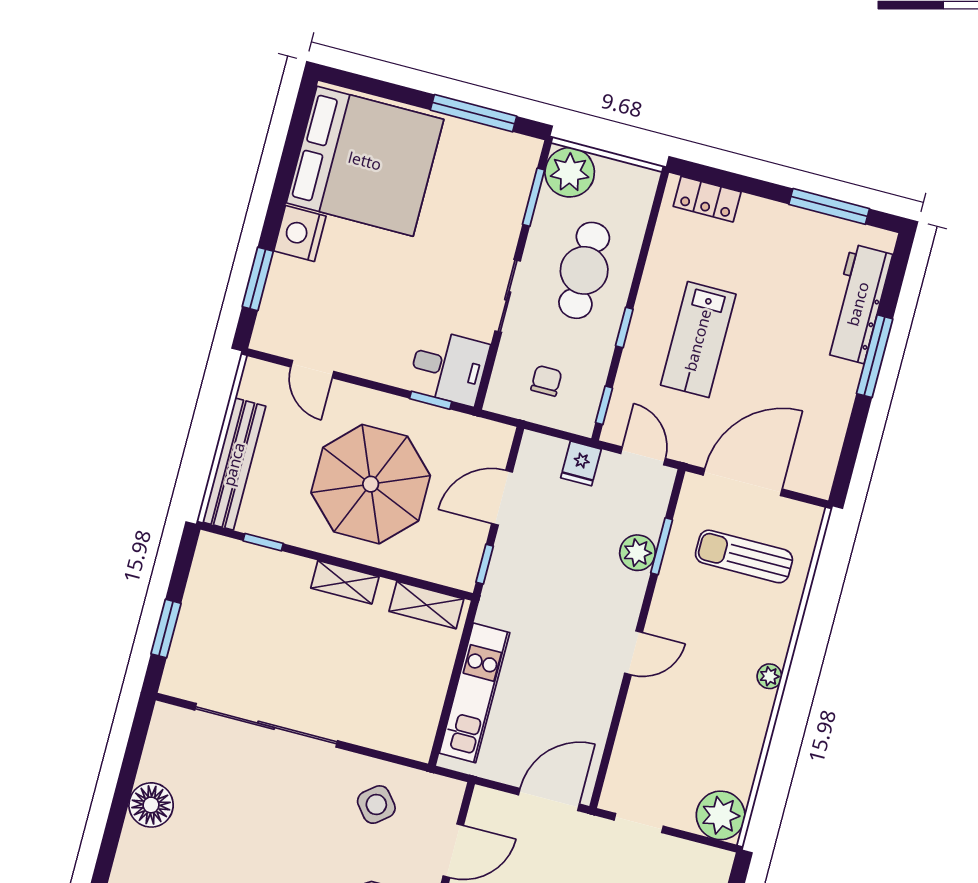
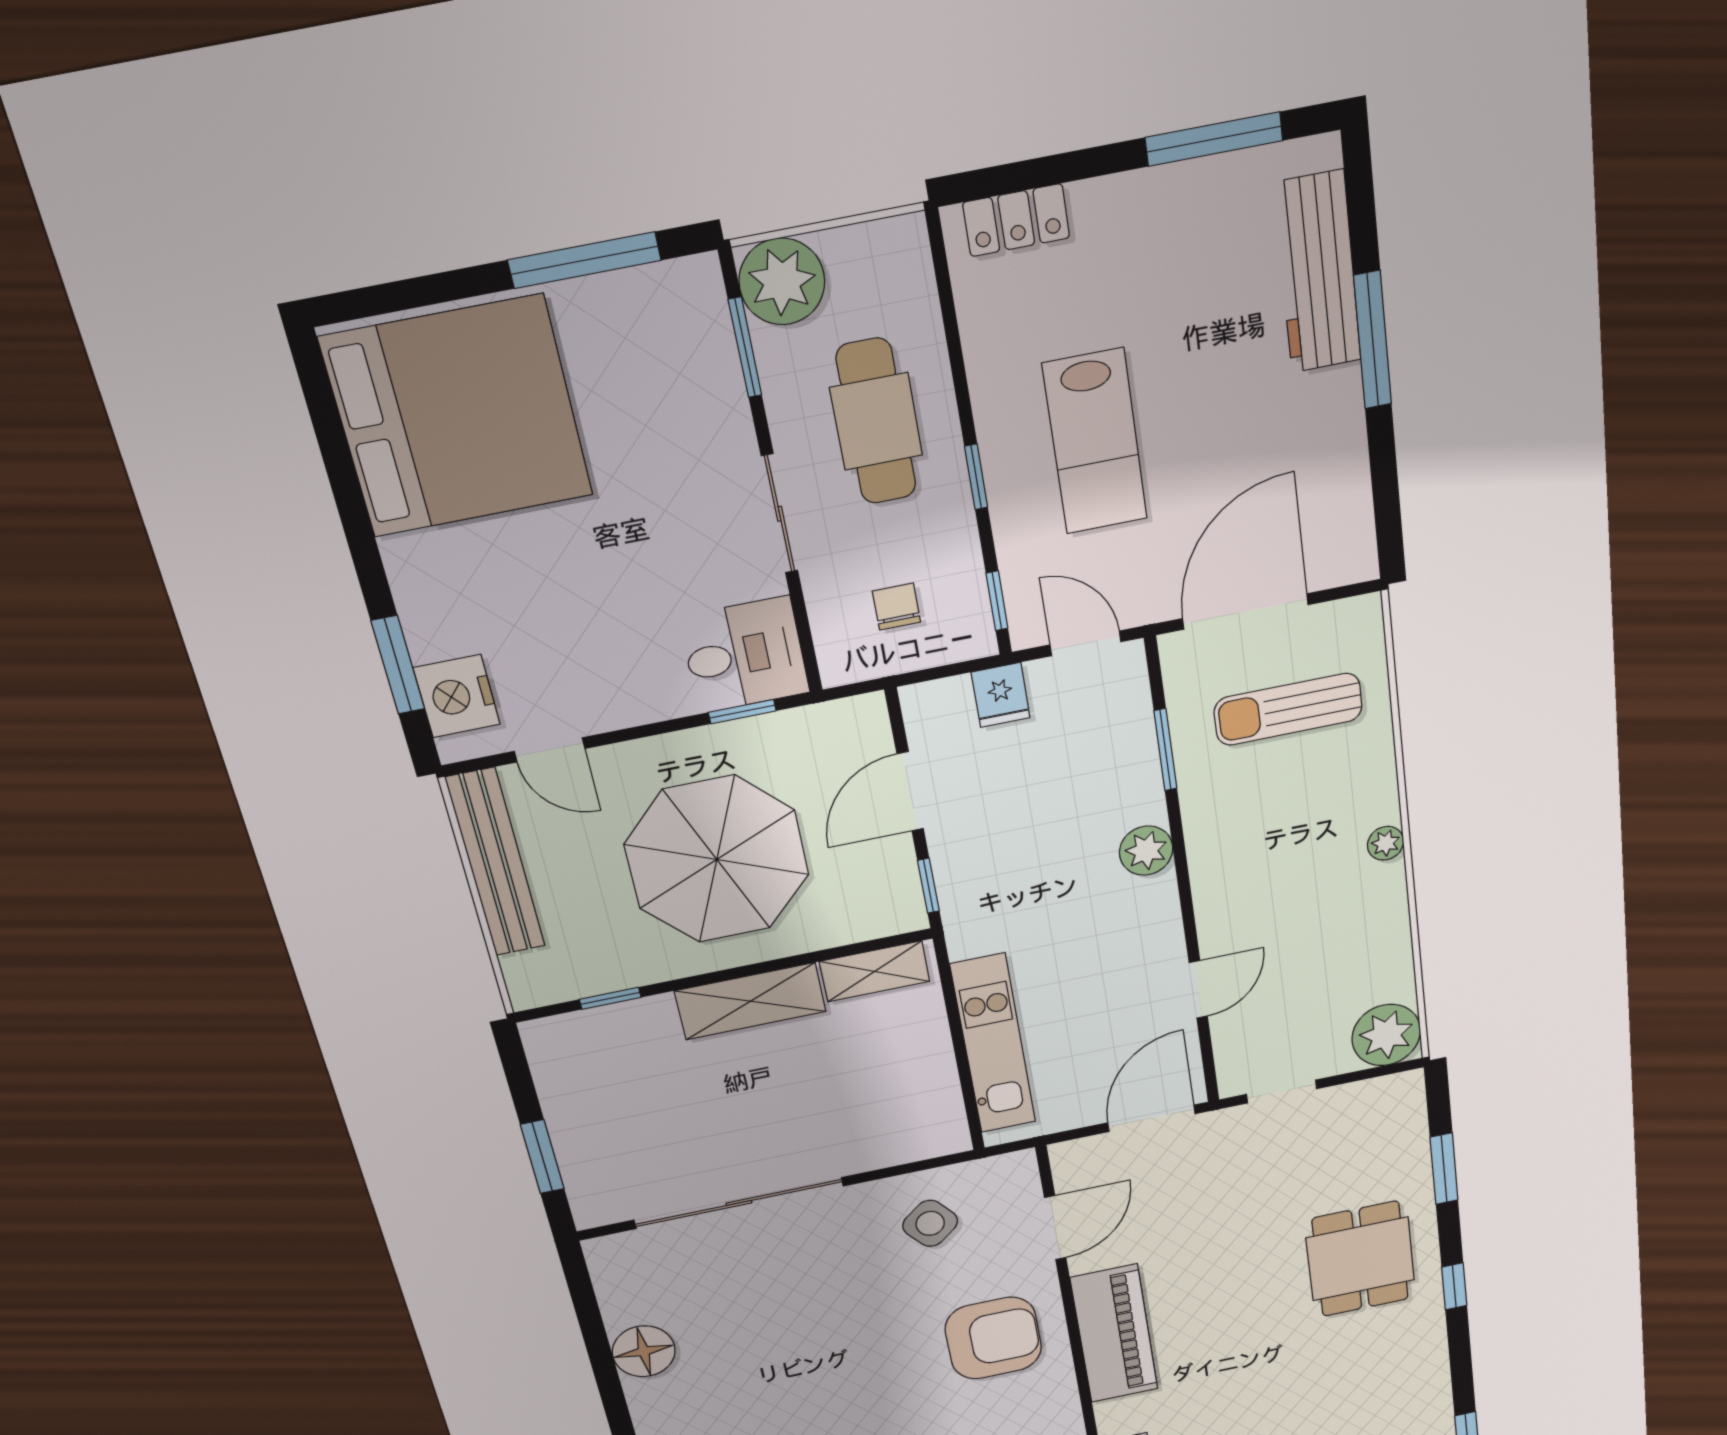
nightstand: (300, 234) -> (457, 696), moved
bench: (234, 464) -> (496, 863), moved
plant: (637, 553) -> (1146, 851), moved
shelving: (345, 582) -> (750, 1001), width x1.50, depth x1.33
door: (634, 653) -> (1198, 989), moved

